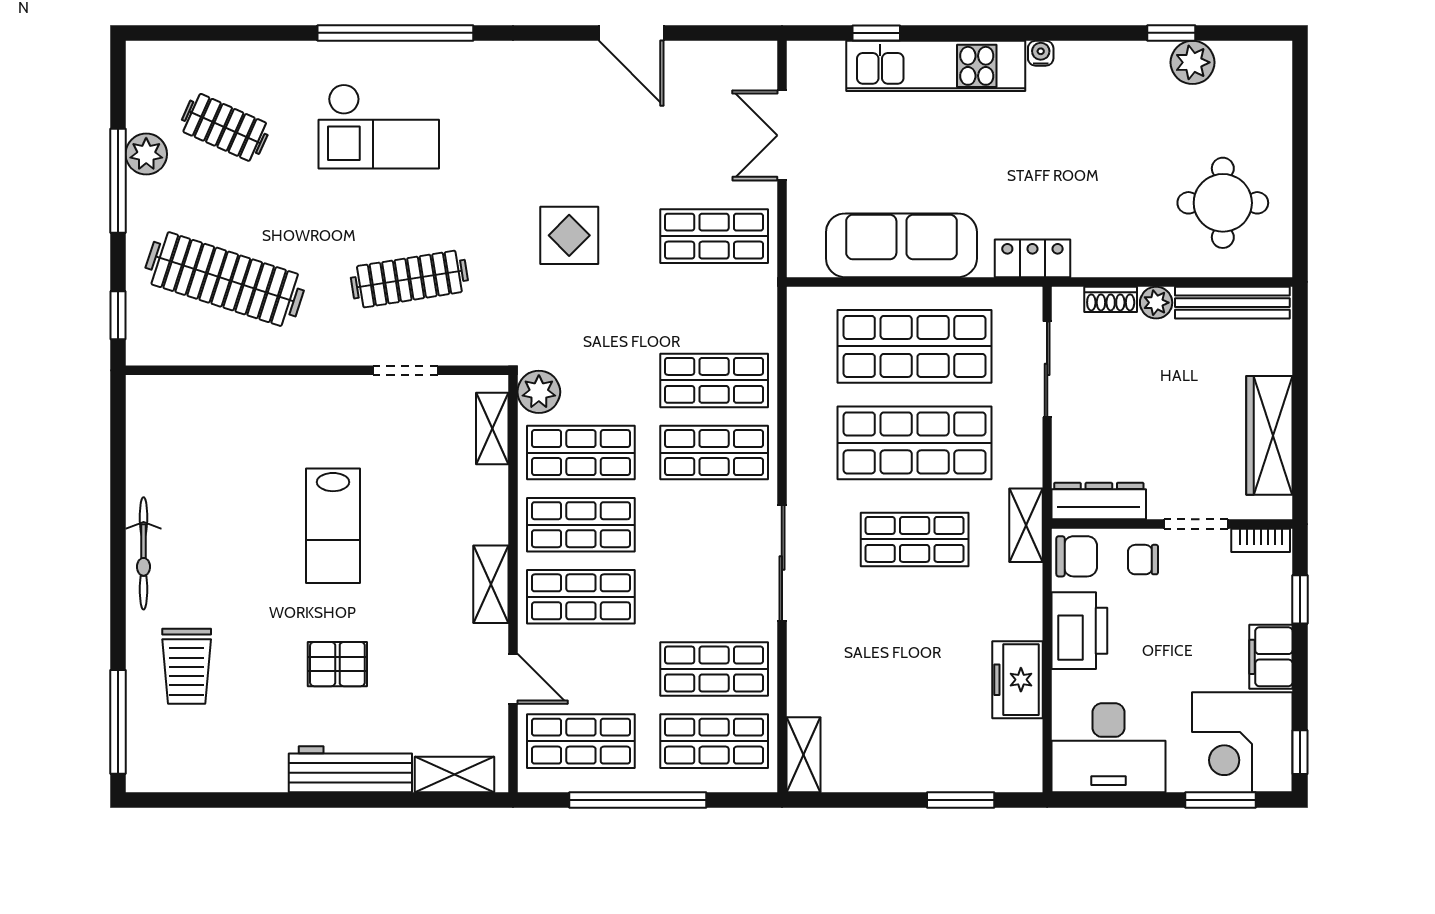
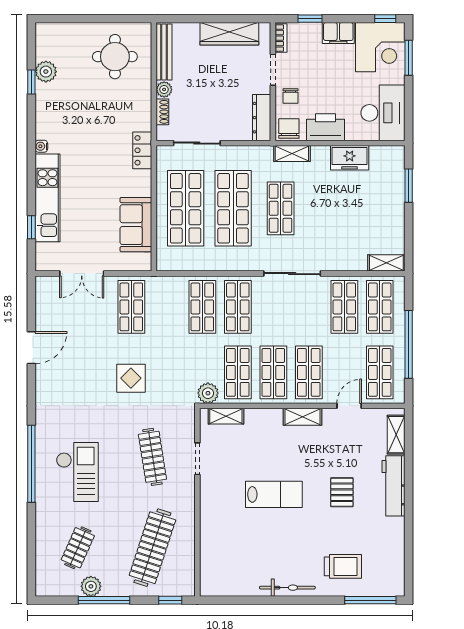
sofa: (901, 245) -> (136, 225), width x0.73
shelving: (1026, 525) -> (292, 154), moved

